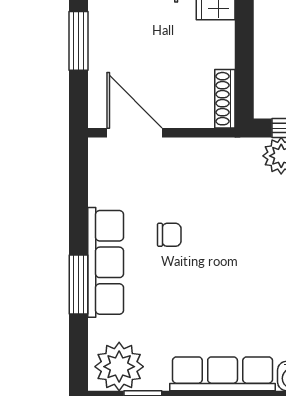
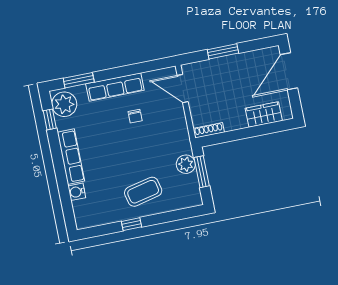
door: (135, 133) -> (183, 89), swing flipped
window: (78, 285) -> (79, 80), moved

